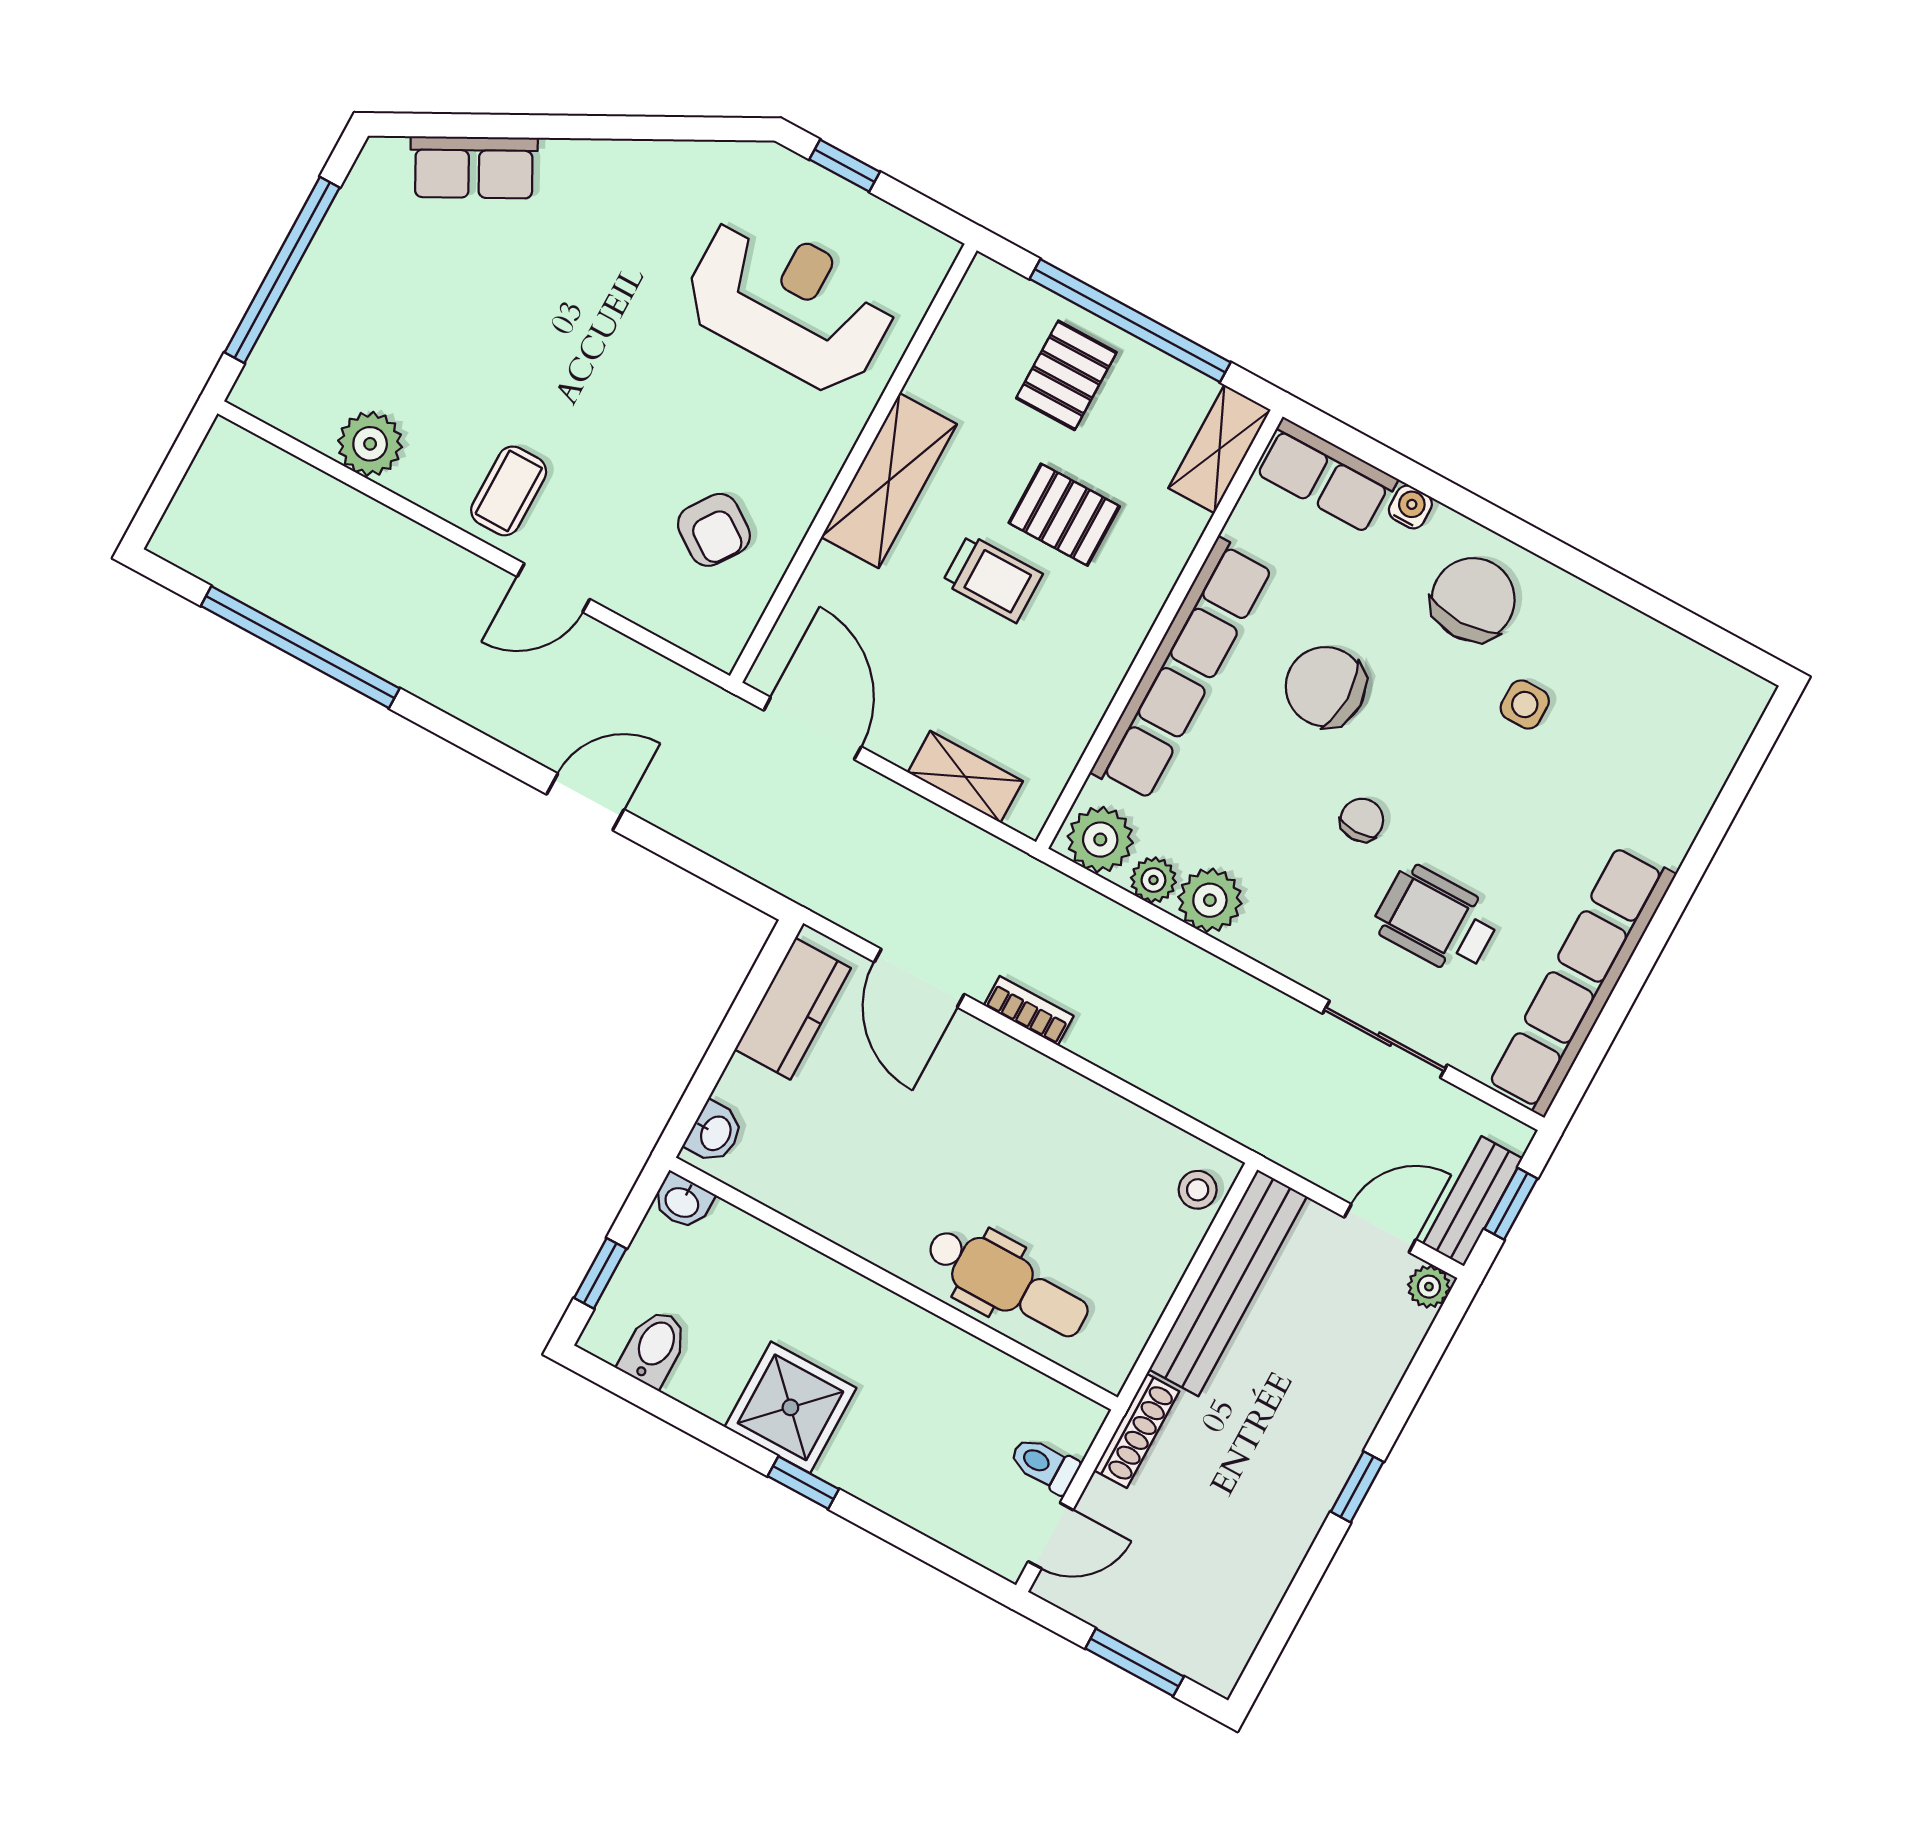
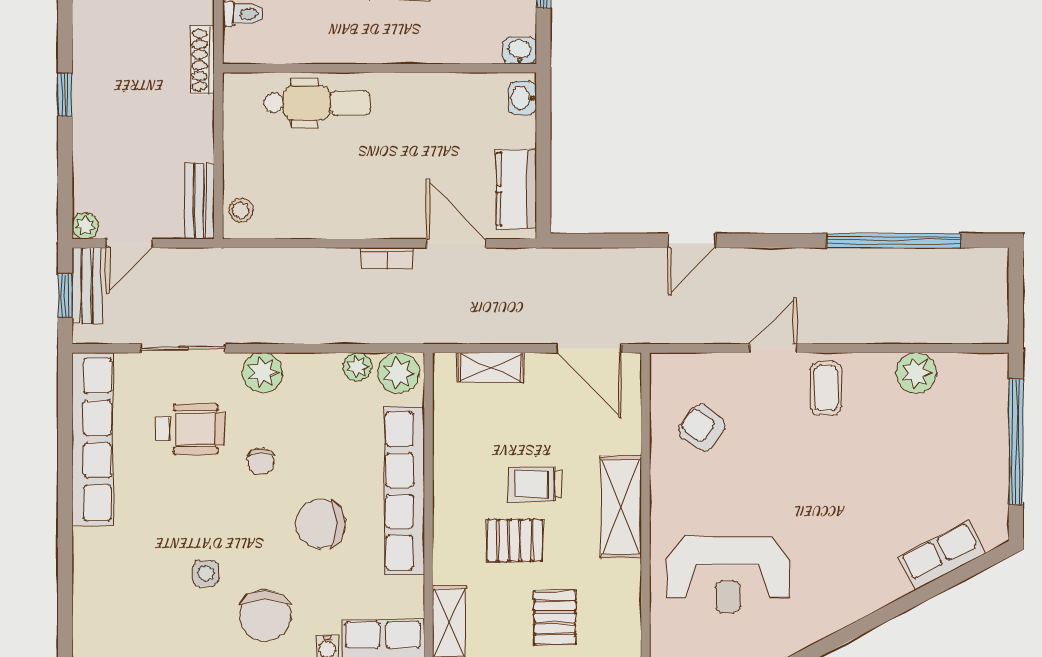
chair: (1325, 687) -> (320, 524), turned 180
plant: (1210, 900) -> (263, 373), moved
dental chair: (1007, 1282) -> (317, 103), turned 180
bench: (1228, 1283) -> (200, 201), width x0.54, depth x0.82

